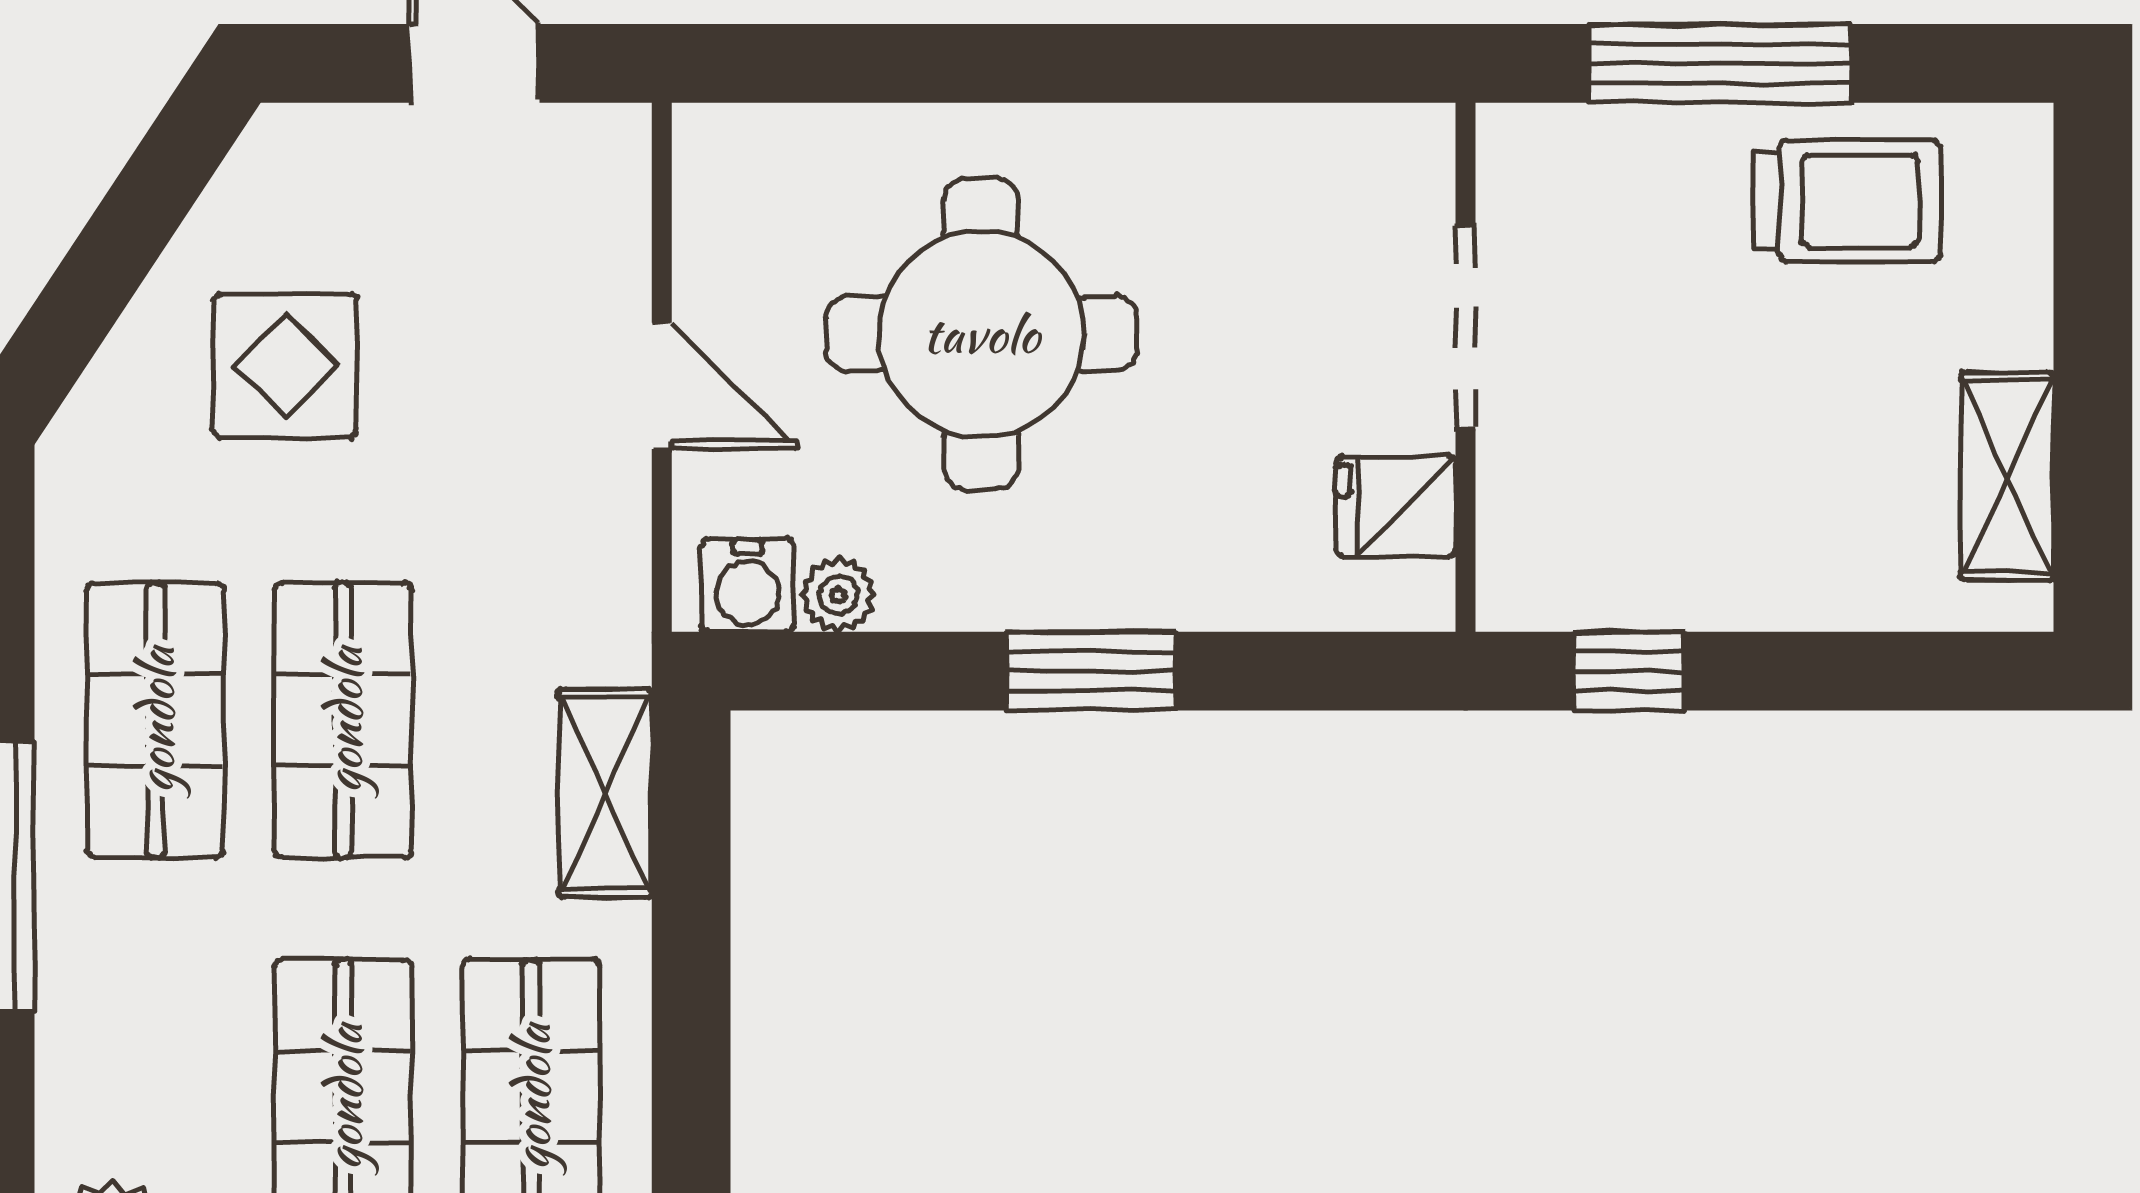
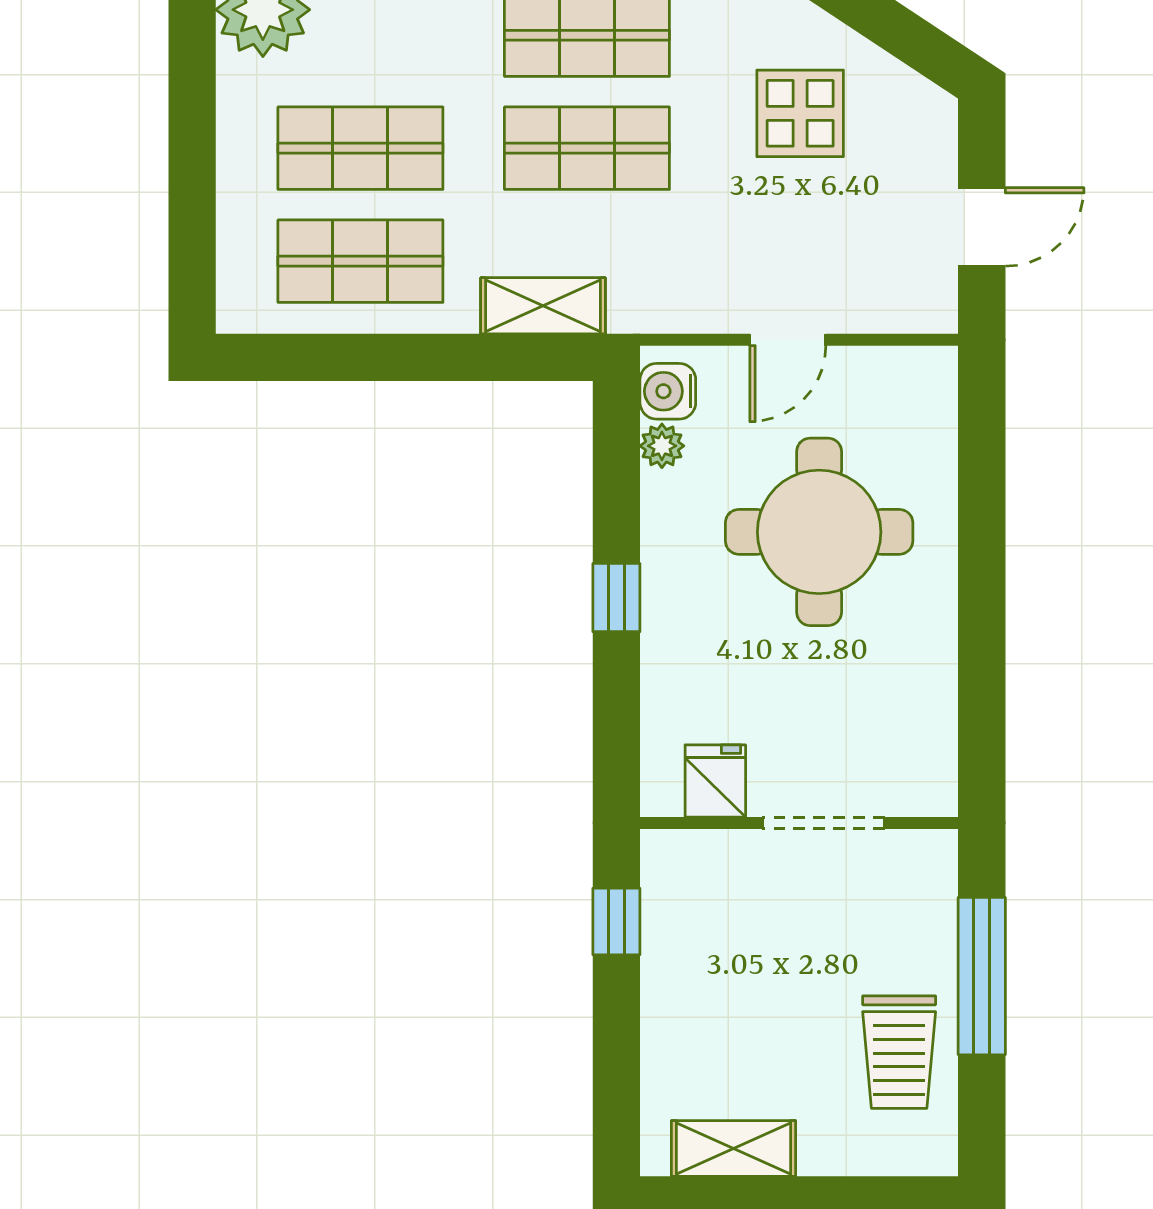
window: (1091, 671) -> (616, 598), width x0.67

